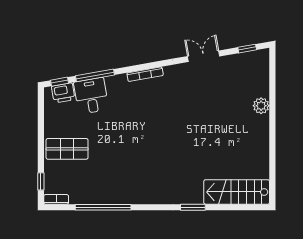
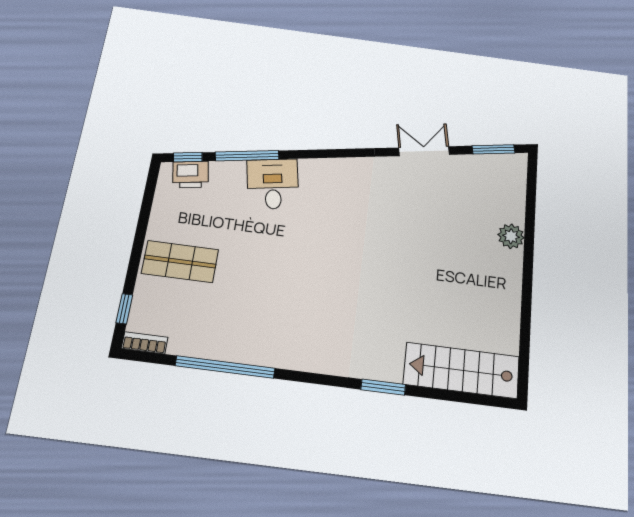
window: (247, 49) -> (493, 149), width x1.50
bookcase: (145, 74) -> (328, 165), removed
desk: (91, 96) -> (273, 184), moved

